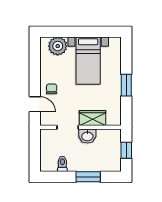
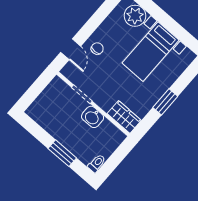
wardrobe: (92, 118) -> (124, 117), moved
window: (126, 150) -> (116, 159), removed
toilet: (62, 164) -> (97, 163), moved

